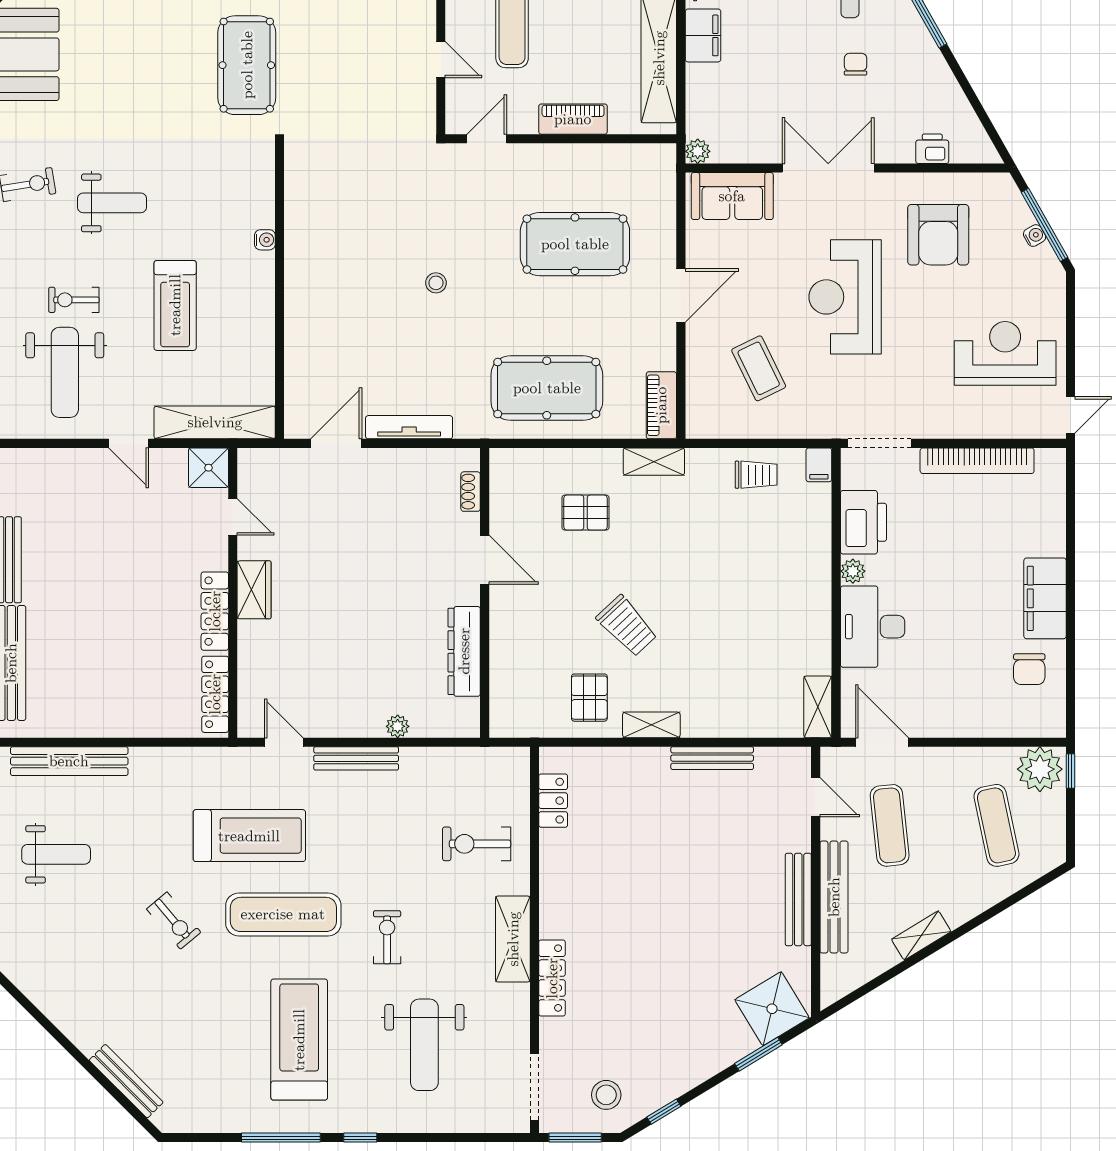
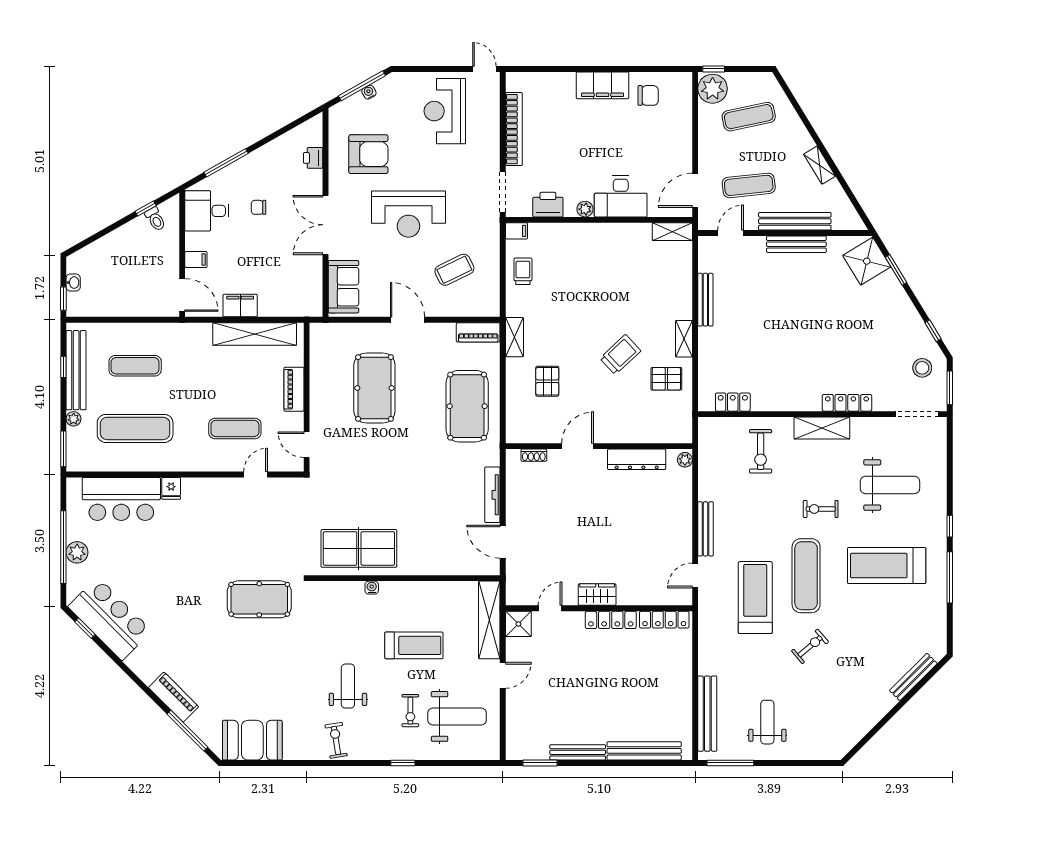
plant: (698, 151) -> (315, 309), removed
table tennis table: (326, 220) -> (359, 548), added
stool: (436, 283) -> (399, 477), removed
printer: (863, 522) -> (548, 205), width x0.73, depth x0.84
plant: (398, 726) -> (685, 460), moved

